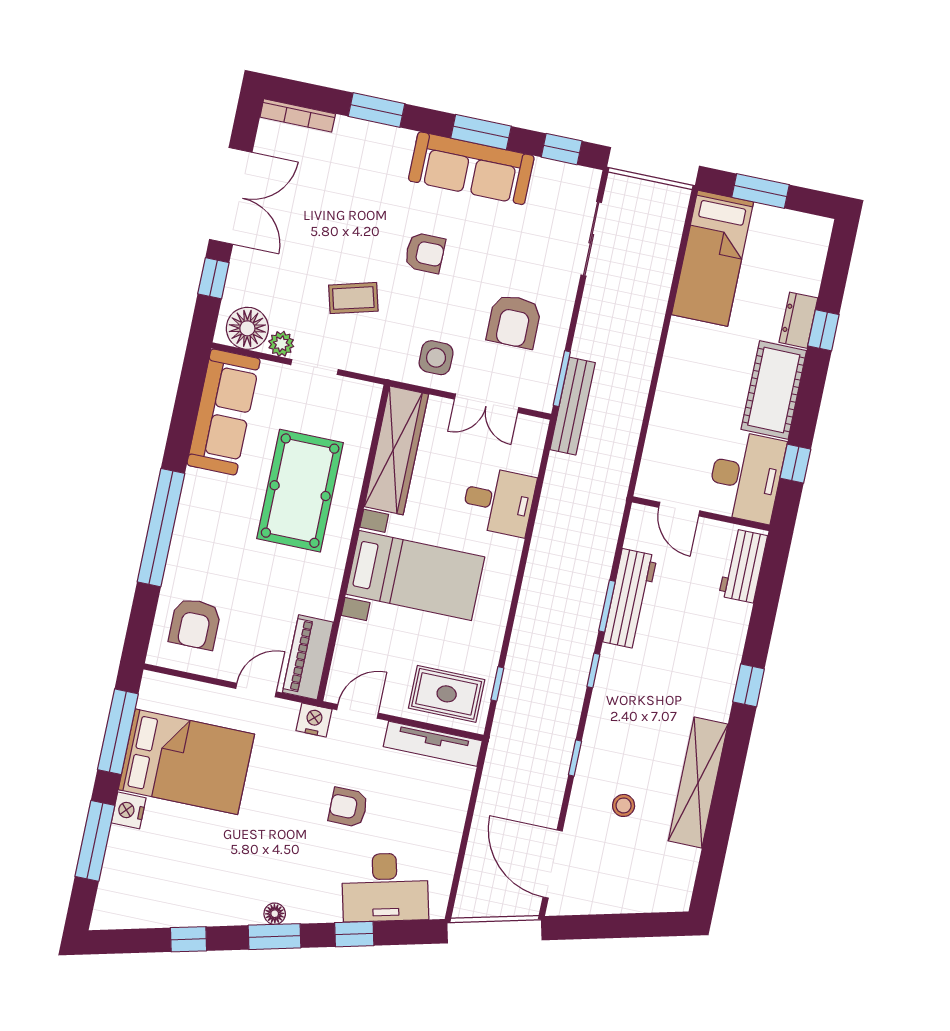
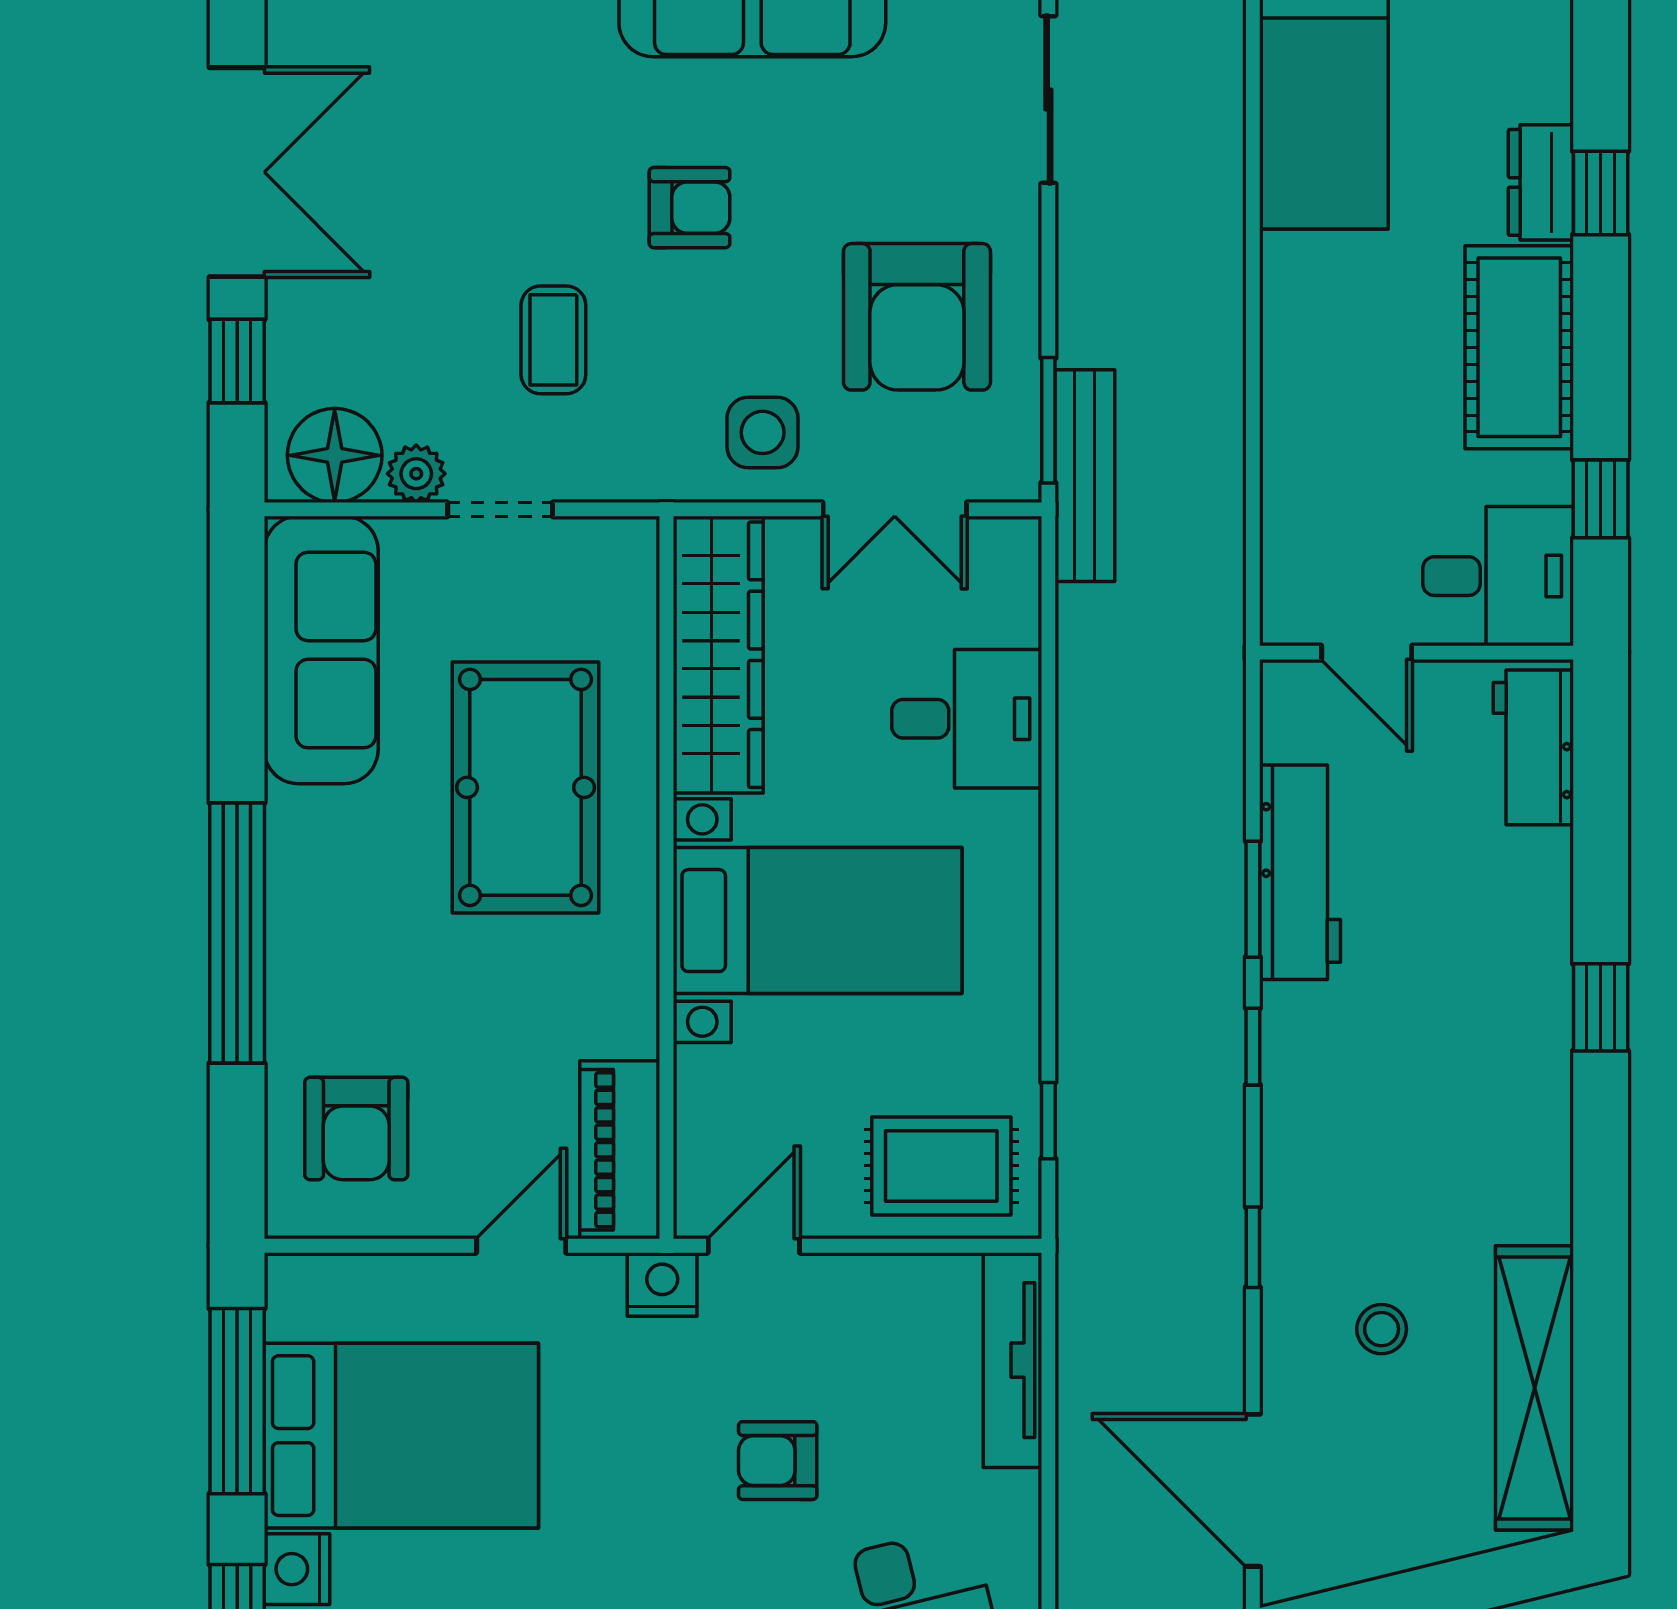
coffee table: (353, 298) -> (553, 340), turned -75
armchair: (514, 321) -> (917, 317), width x1.36, depth x1.36
desk: (746, 477) -> (1498, 576), width x0.73
tv unit: (433, 744) -> (1012, 1360), moved, turned 90
shelving: (698, 783) -> (1535, 1388), moved

